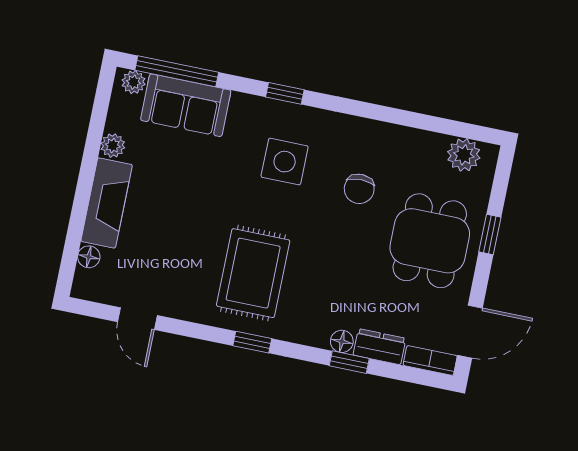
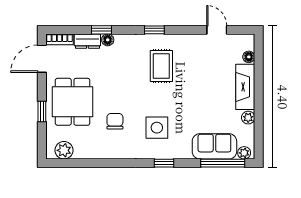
rug: (253, 273) -> (161, 66), width x0.73, depth x0.70

